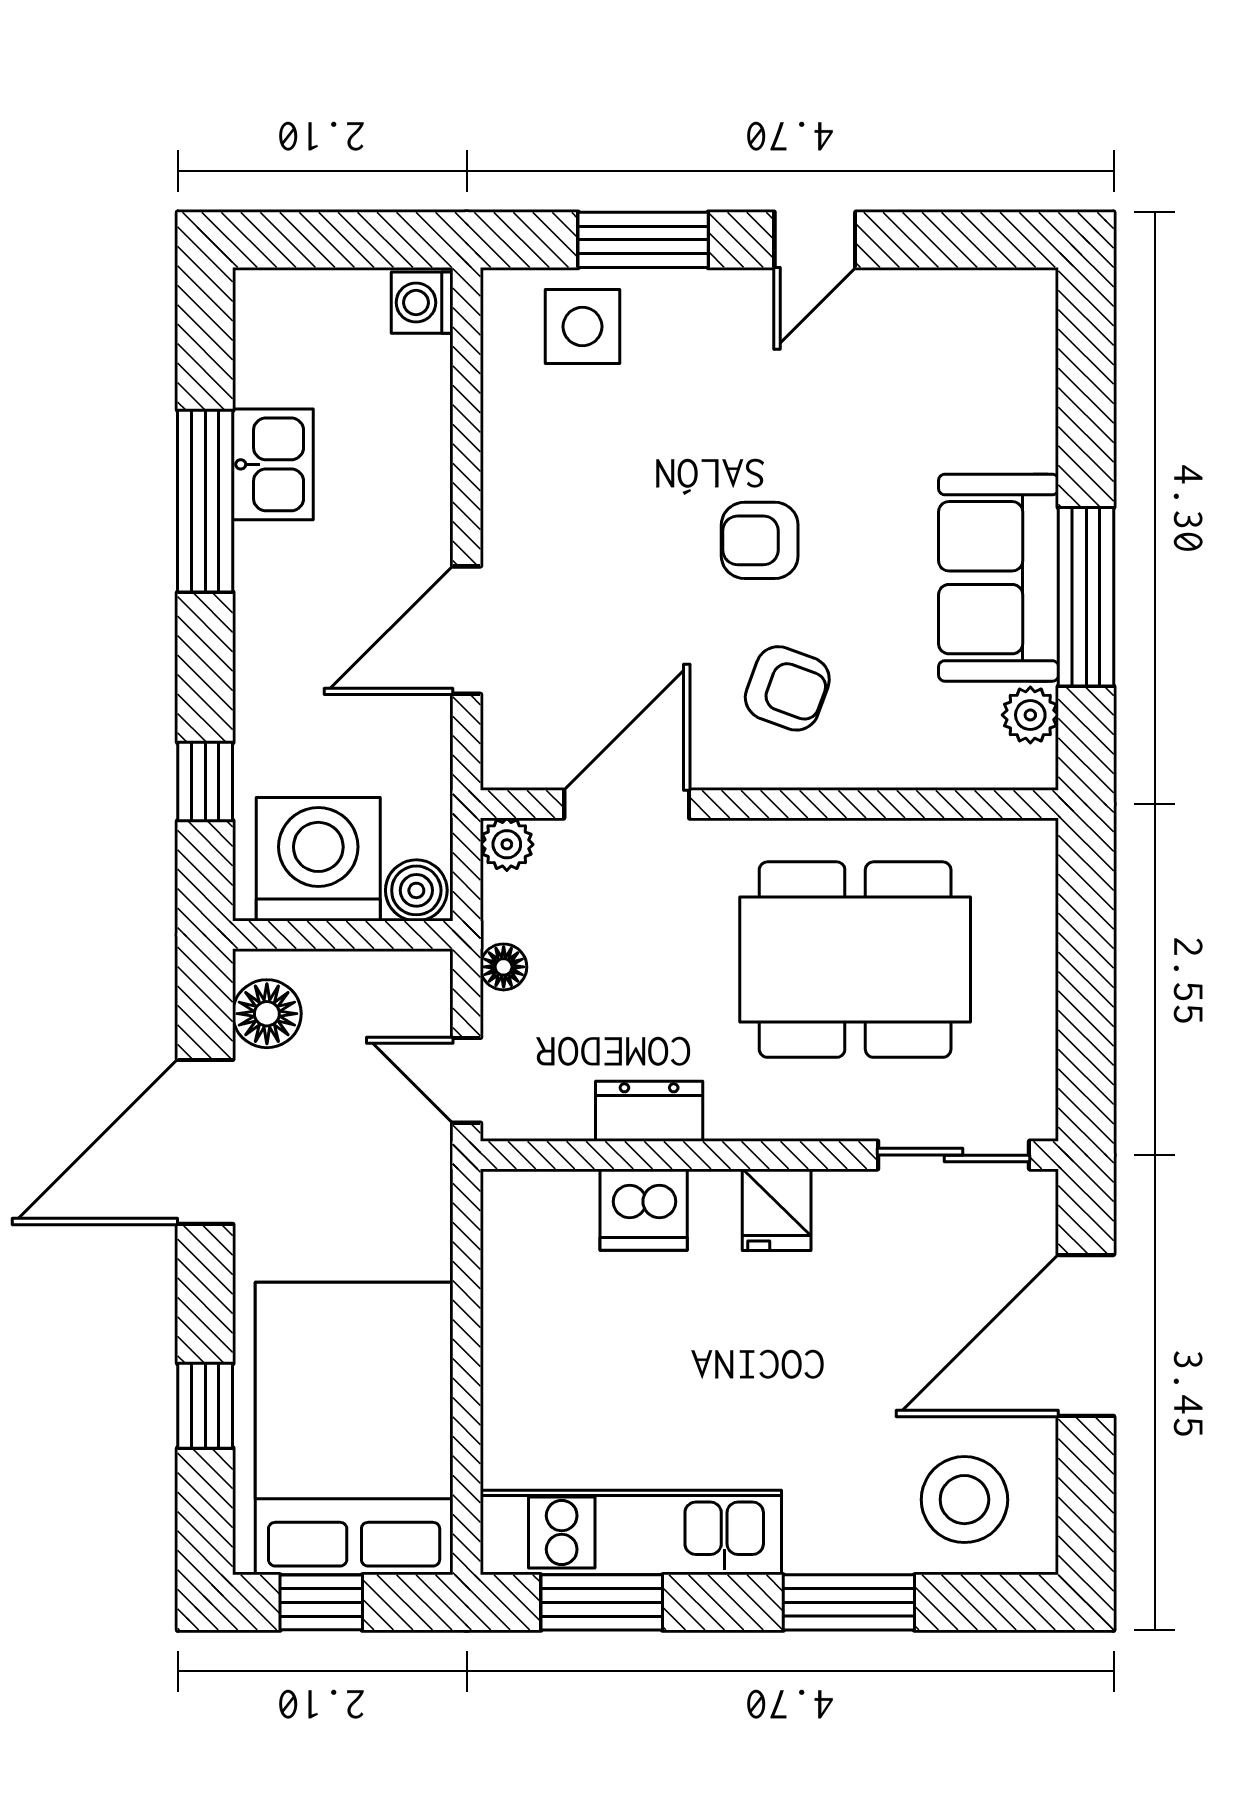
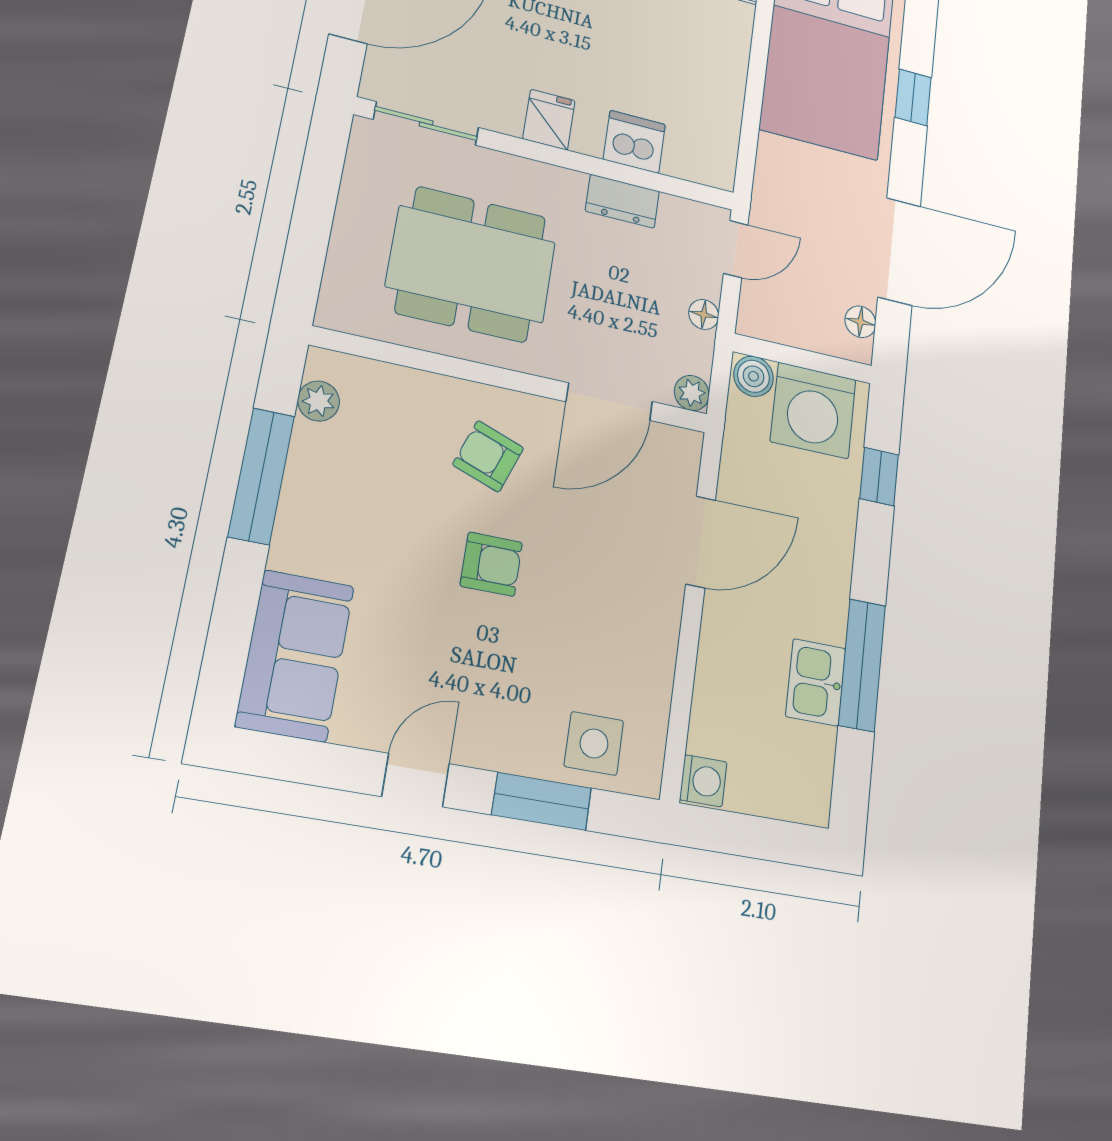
sofa: (999, 578) -> (295, 656), moved
floor lamp: (267, 1014) -> (860, 322), width x0.73, depth x0.73
door: (467, 1080) -> (736, 249), hinge flipped

